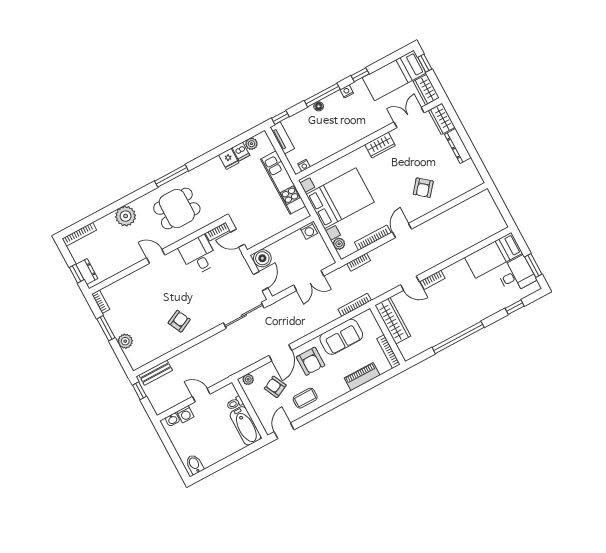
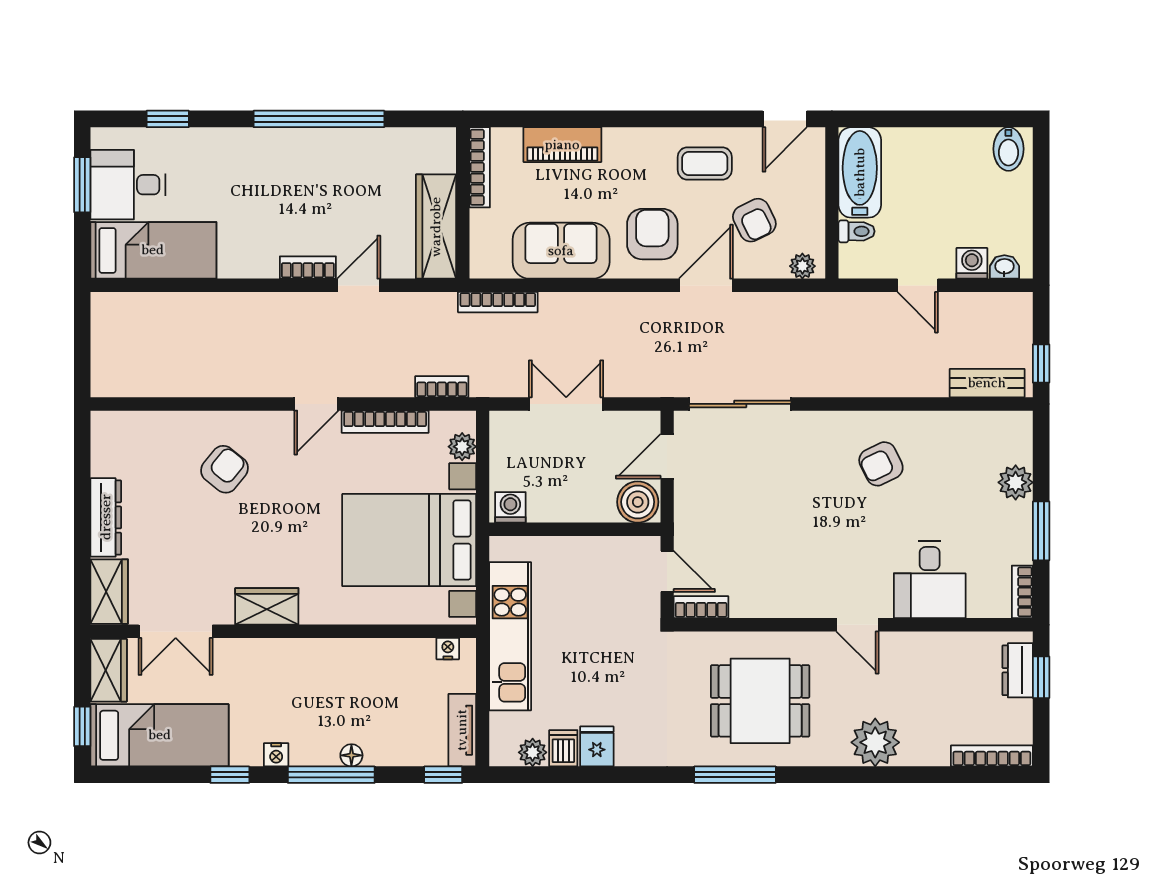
desk: (199, 255) -> (930, 579), moved
door: (410, 283) -> (359, 285), hinge flipped

